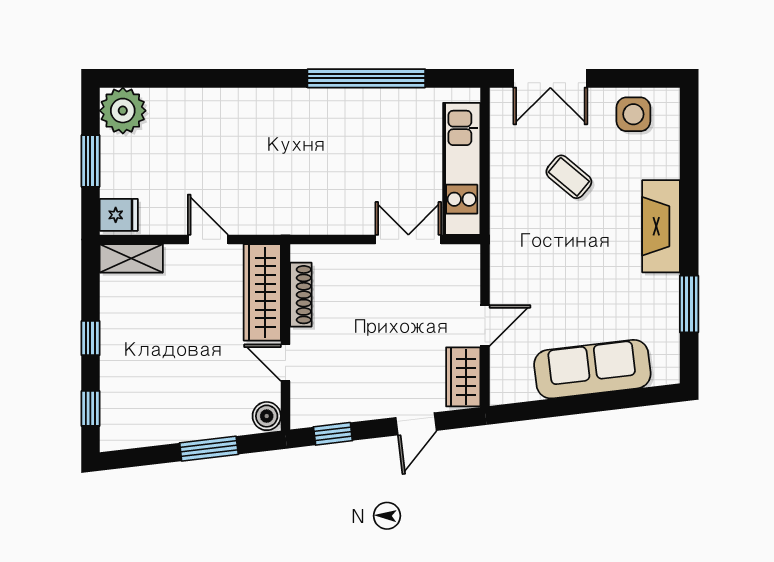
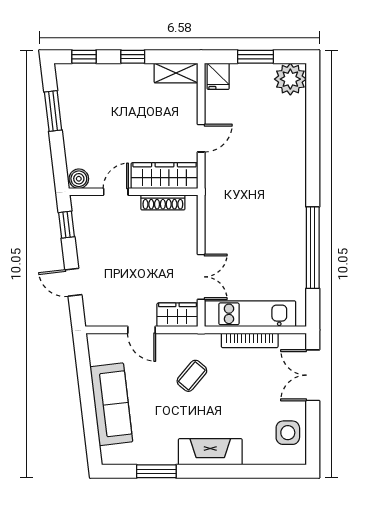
bookcase: (500, 169) -> (250, 340), added
coffee table: (569, 177) -> (192, 376), moved
shelving: (131, 258) -> (176, 73), moved, turned 90
wardrobe: (463, 377) -> (177, 315), moved
window: (209, 449) -> (53, 111), moved

